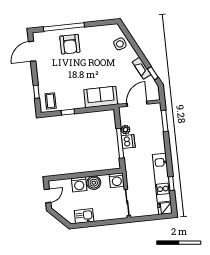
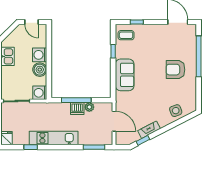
armchair: (70, 44) -> (175, 70), moved
sofa: (101, 97) -> (125, 75), moved
kitchen unit: (162, 178) -> (54, 138), moved

